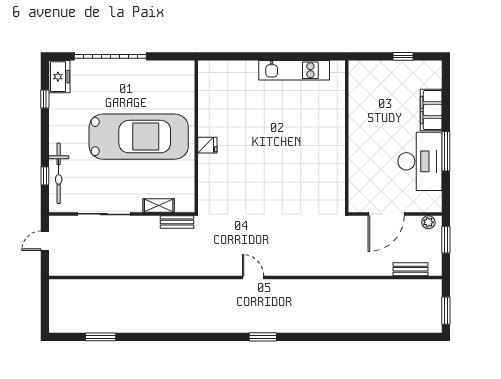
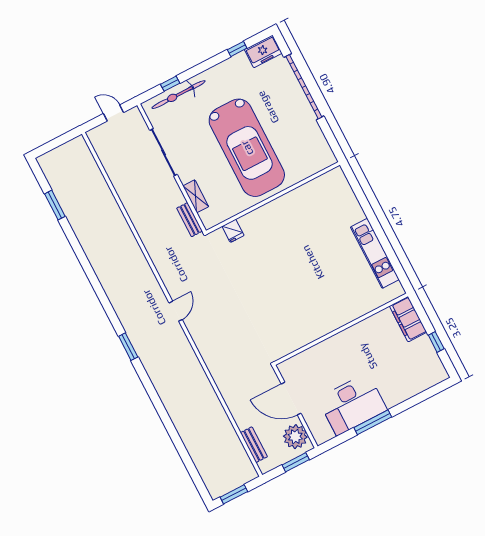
filing cabinet: (431, 110) -> (408, 319), moved, turned -90
fridge: (207, 145) -> (233, 231), moved
plant: (428, 222) -> (295, 437), width x1.87, depth x1.87

